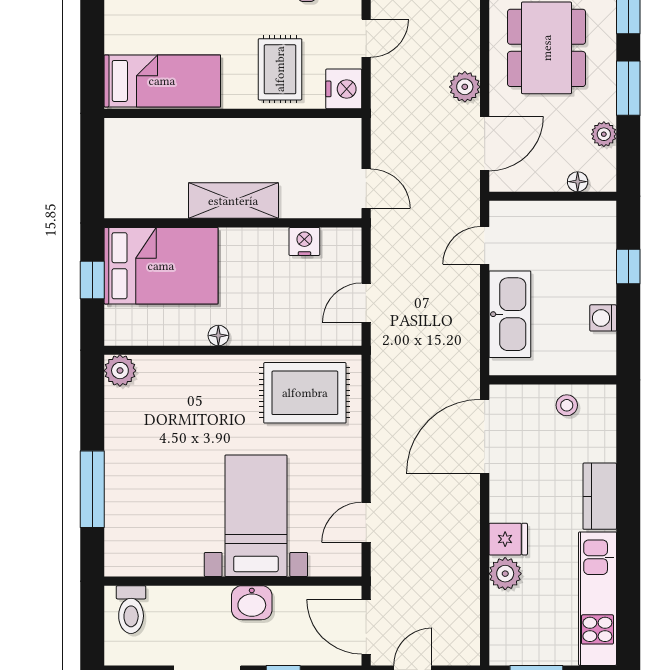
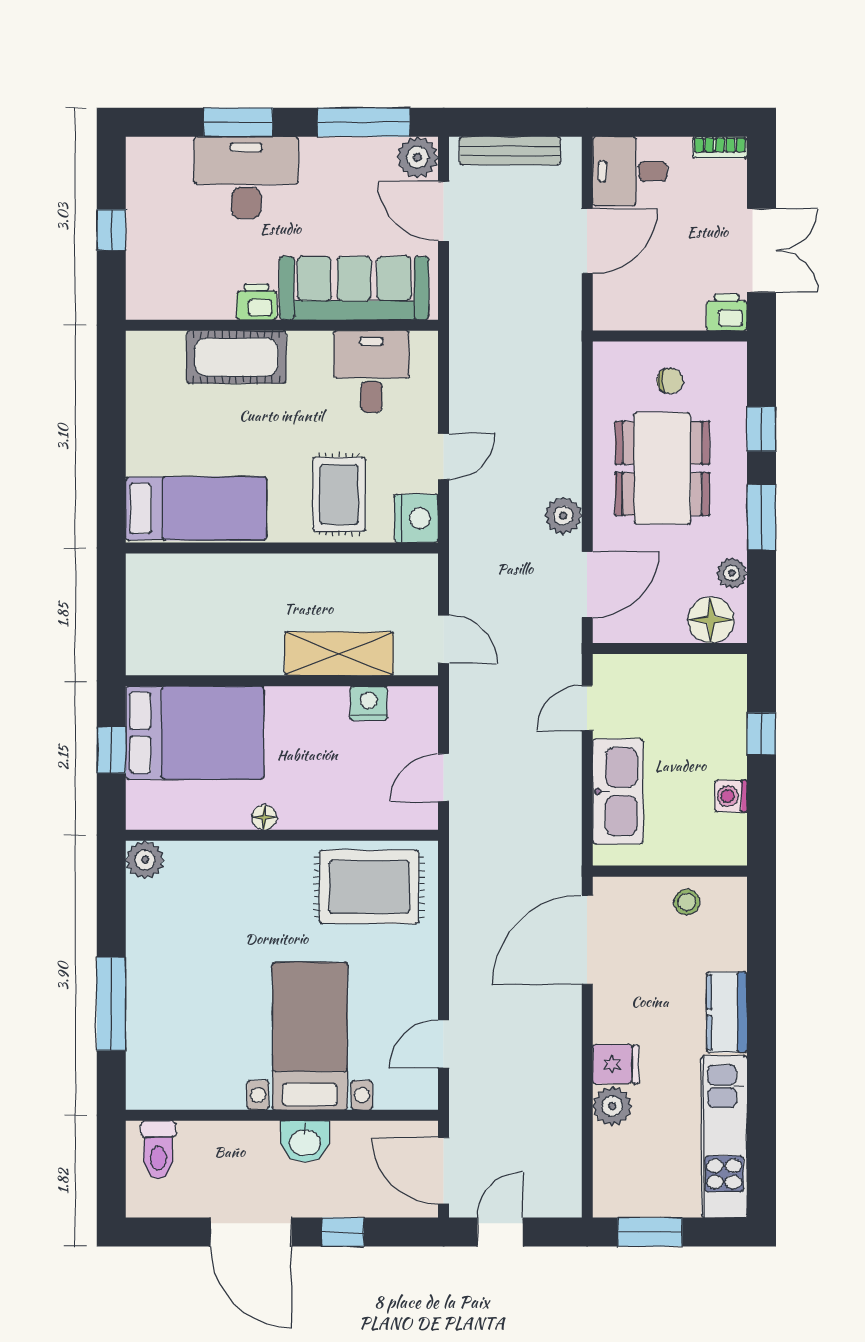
floor lamp: (578, 182) -> (711, 620), width x1.89, depth x1.89
shelving: (233, 201) -> (339, 654), moved

